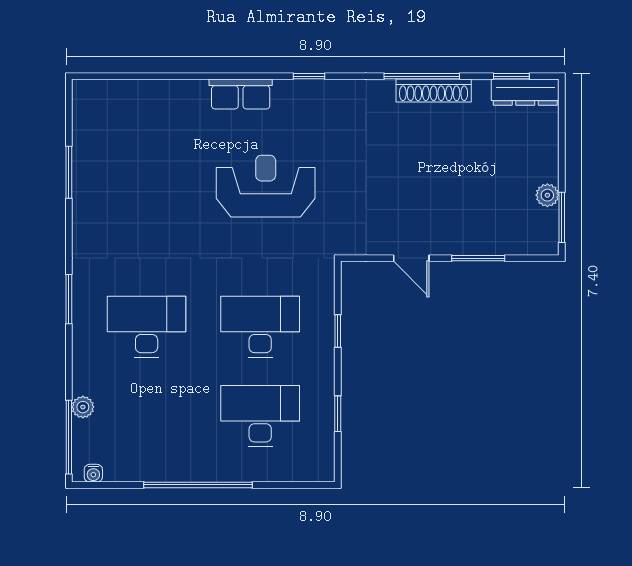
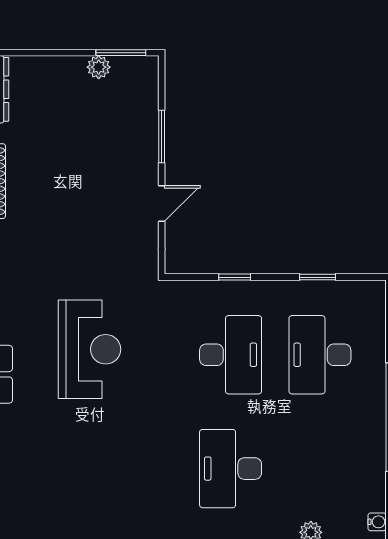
reception desk: (266, 186) -> (89, 349), turned 180
desk: (260, 327) -> (231, 355), turned 180

